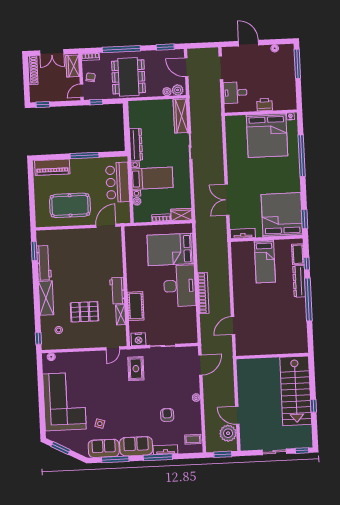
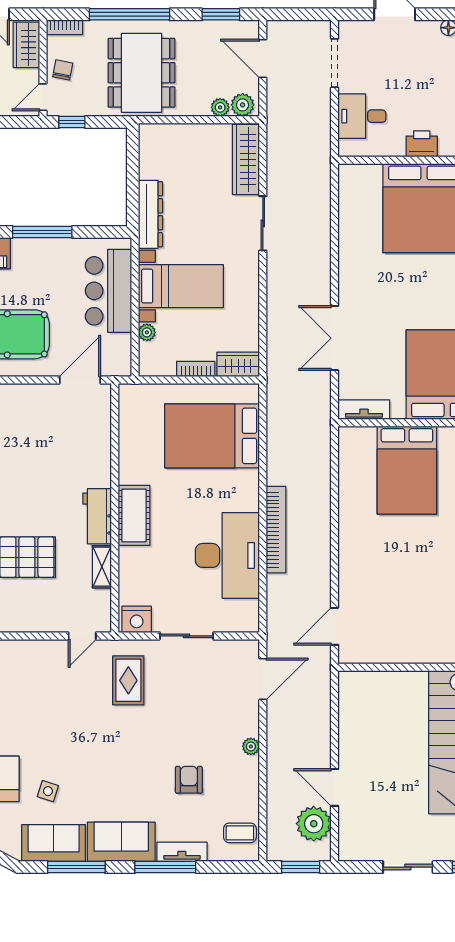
bed: (265, 261) -> (407, 470), width x1.50
desk: (180, 286) -> (227, 555), moved
cot: (136, 306) -> (134, 515), moved
door: (233, 326) -> (335, 626), moved

